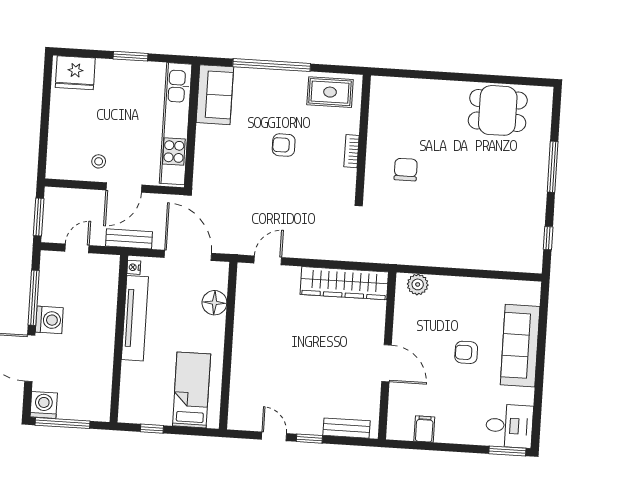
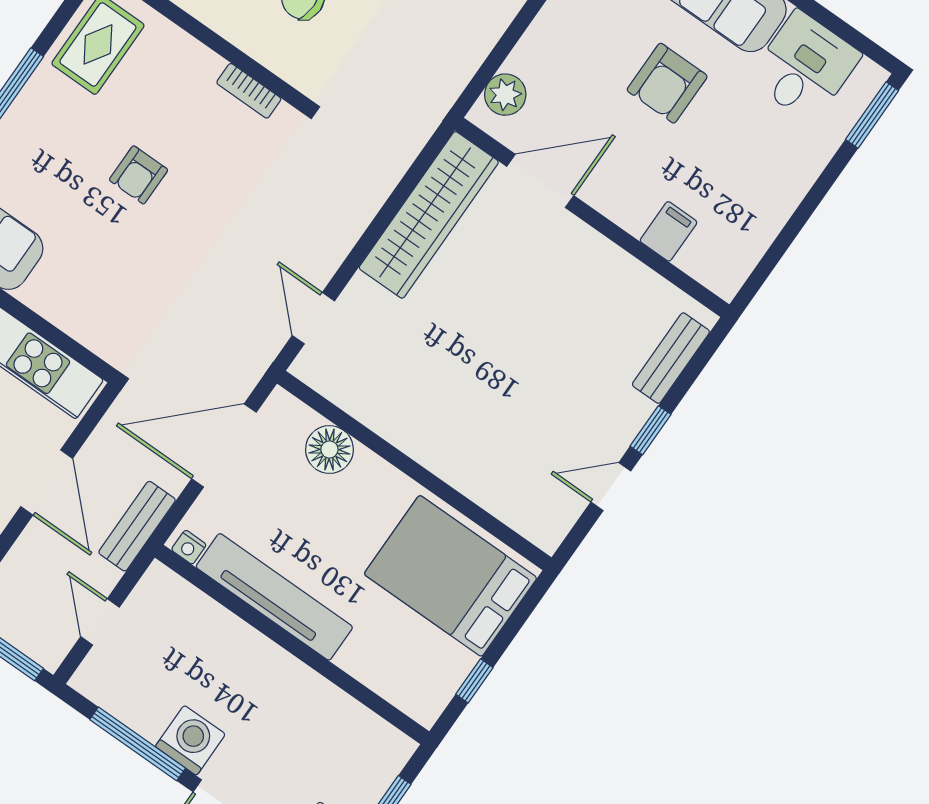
bookcase: (352, 151) -> (249, 91), moved
armchair: (466, 352) -> (667, 83), width x1.38, depth x1.38
door: (387, 363) -> (540, 181), moved
bed: (192, 390) -> (450, 576), width x1.50
desk: (509, 426) -> (805, 67), moved
filing cabinet: (424, 429) -> (669, 231), moved, turned 90

